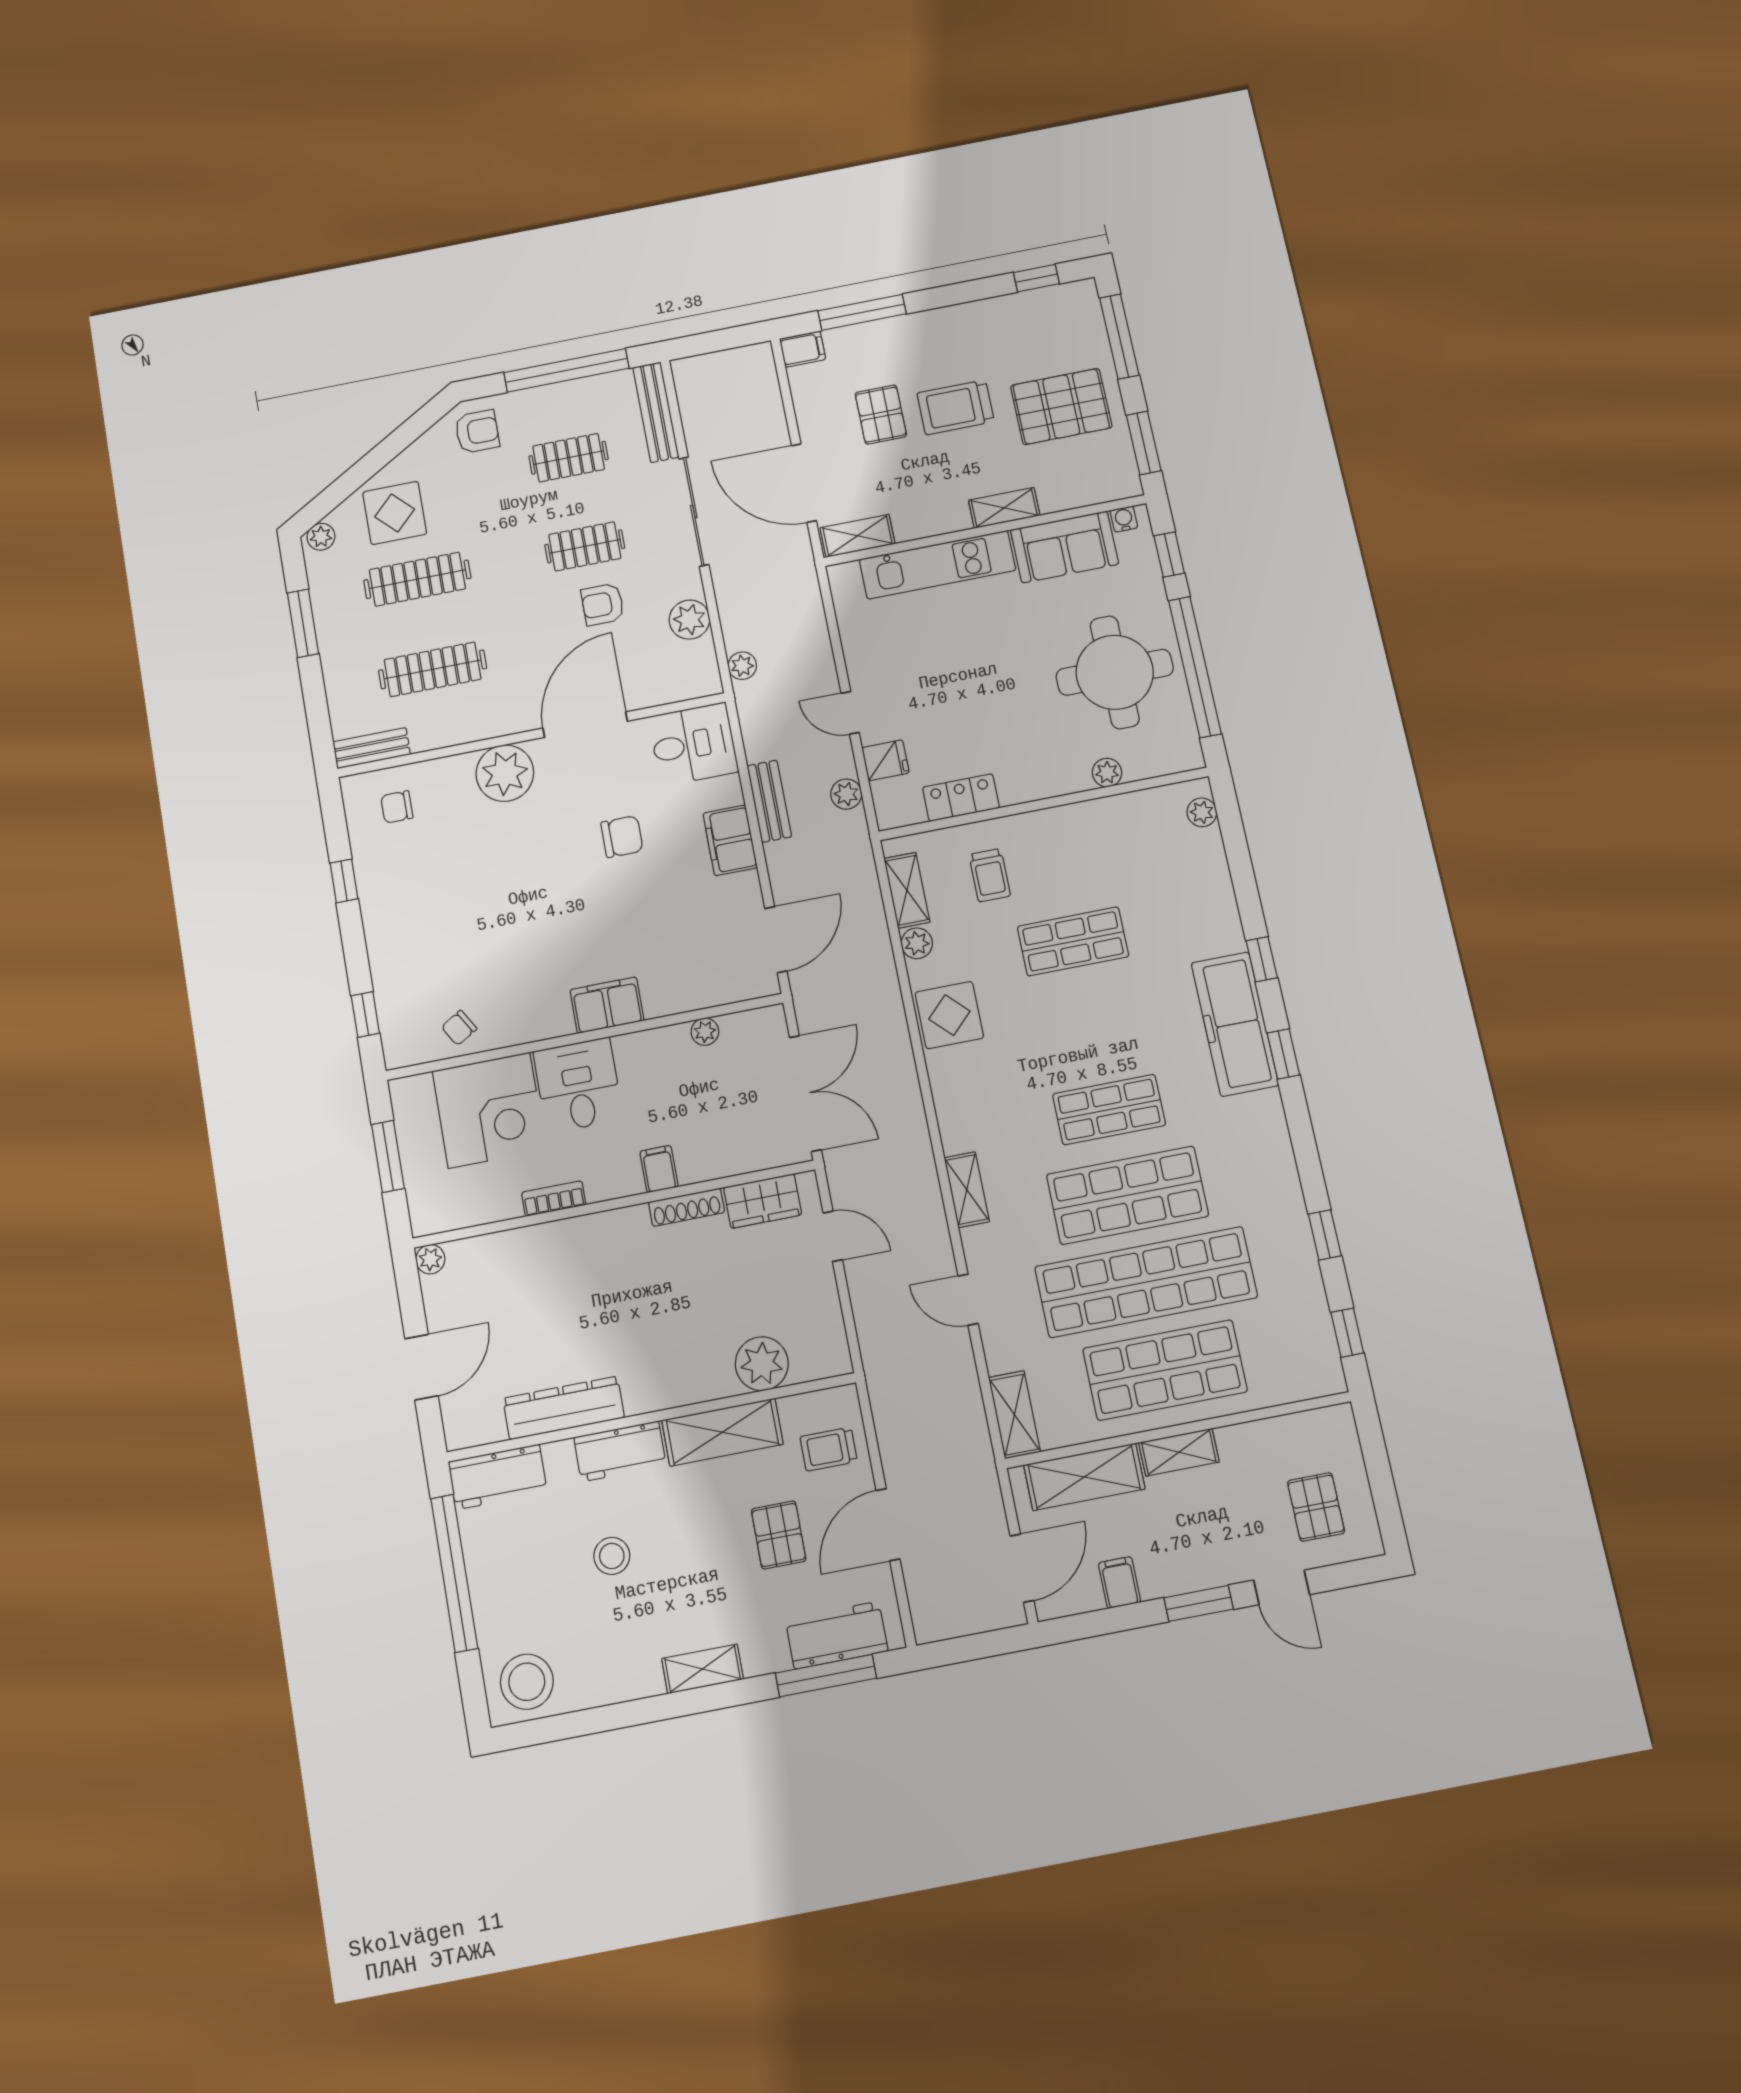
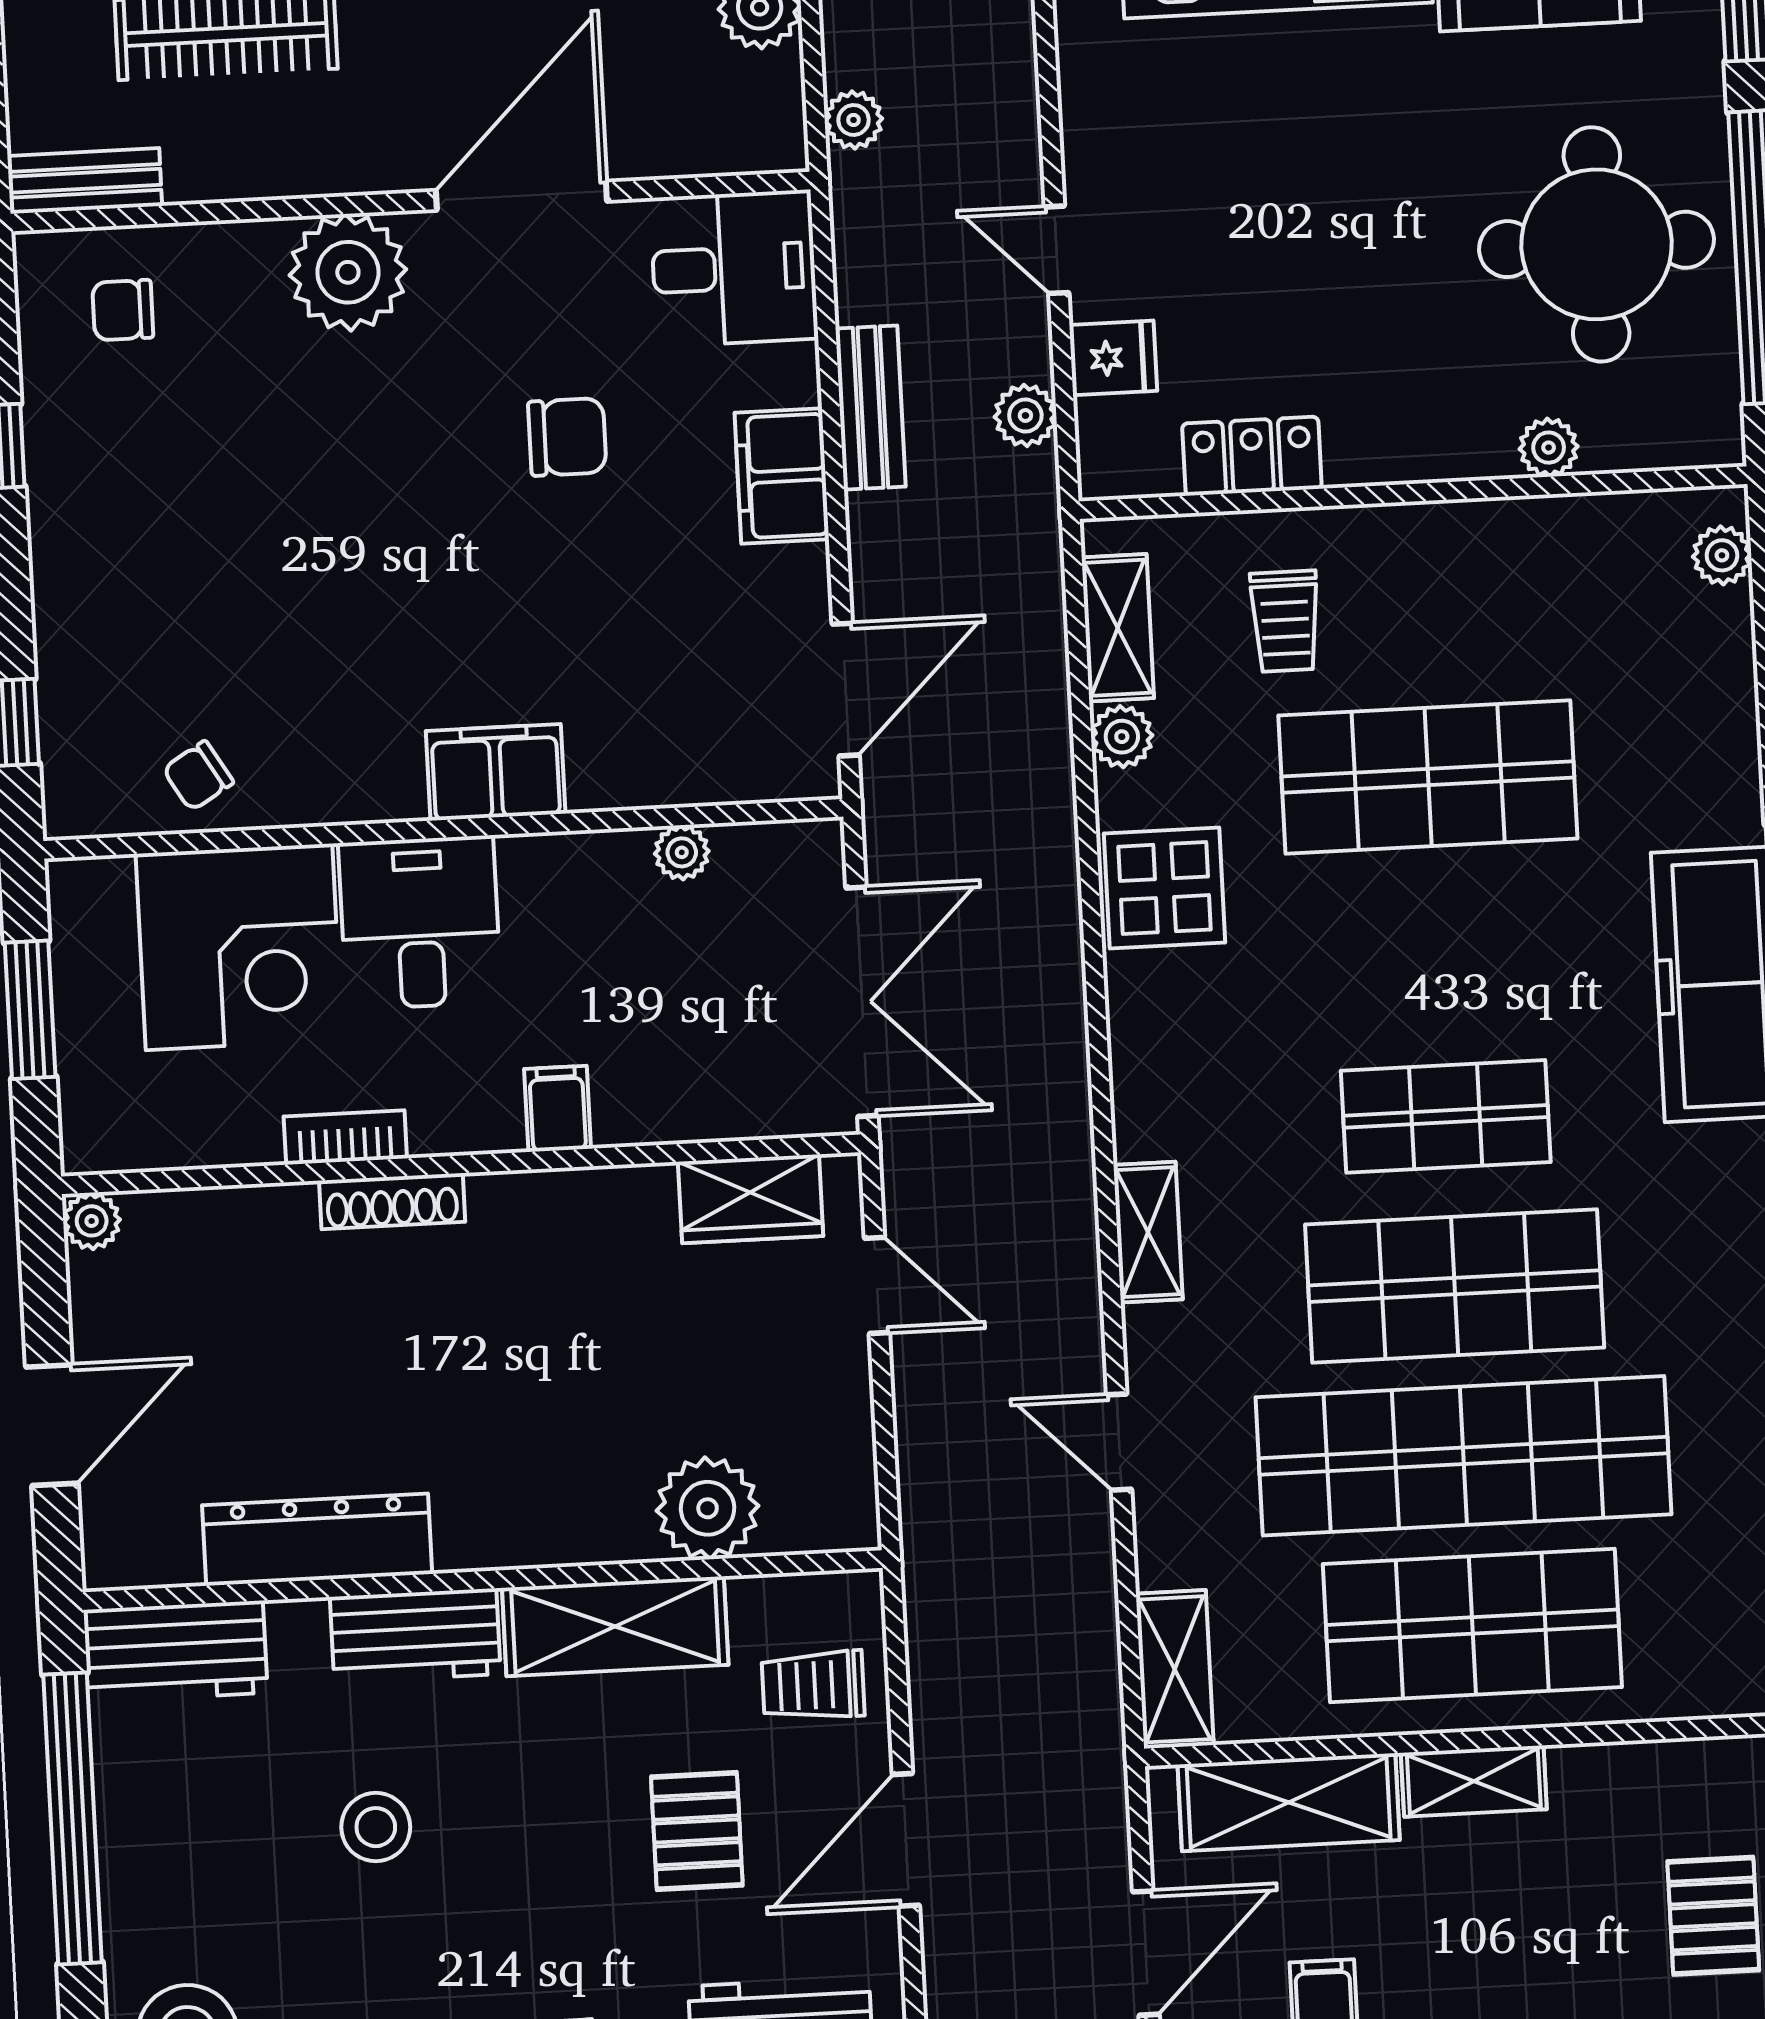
shop shelf: (1073, 941) -> (1428, 777), width x1.43, depth x1.36
shoe rack: (687, 1207) -> (392, 1201), moved

